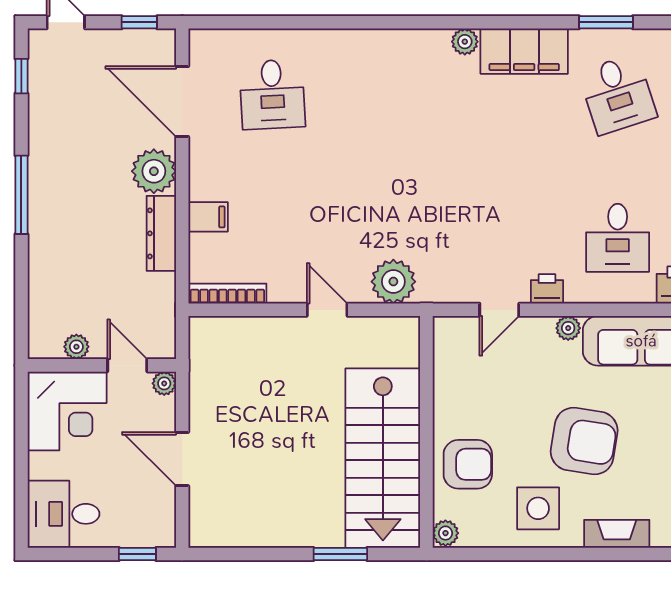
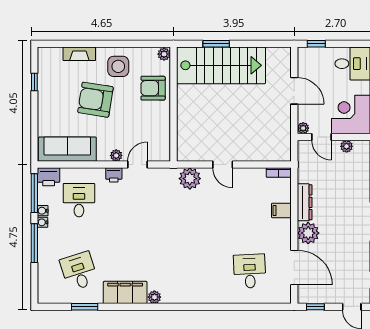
bookcase: (227, 294) -> (279, 173), width x0.64
plant: (568, 328) -> (116, 155), moved
stairs: (383, 458) -> (221, 65), moved, turned 90

